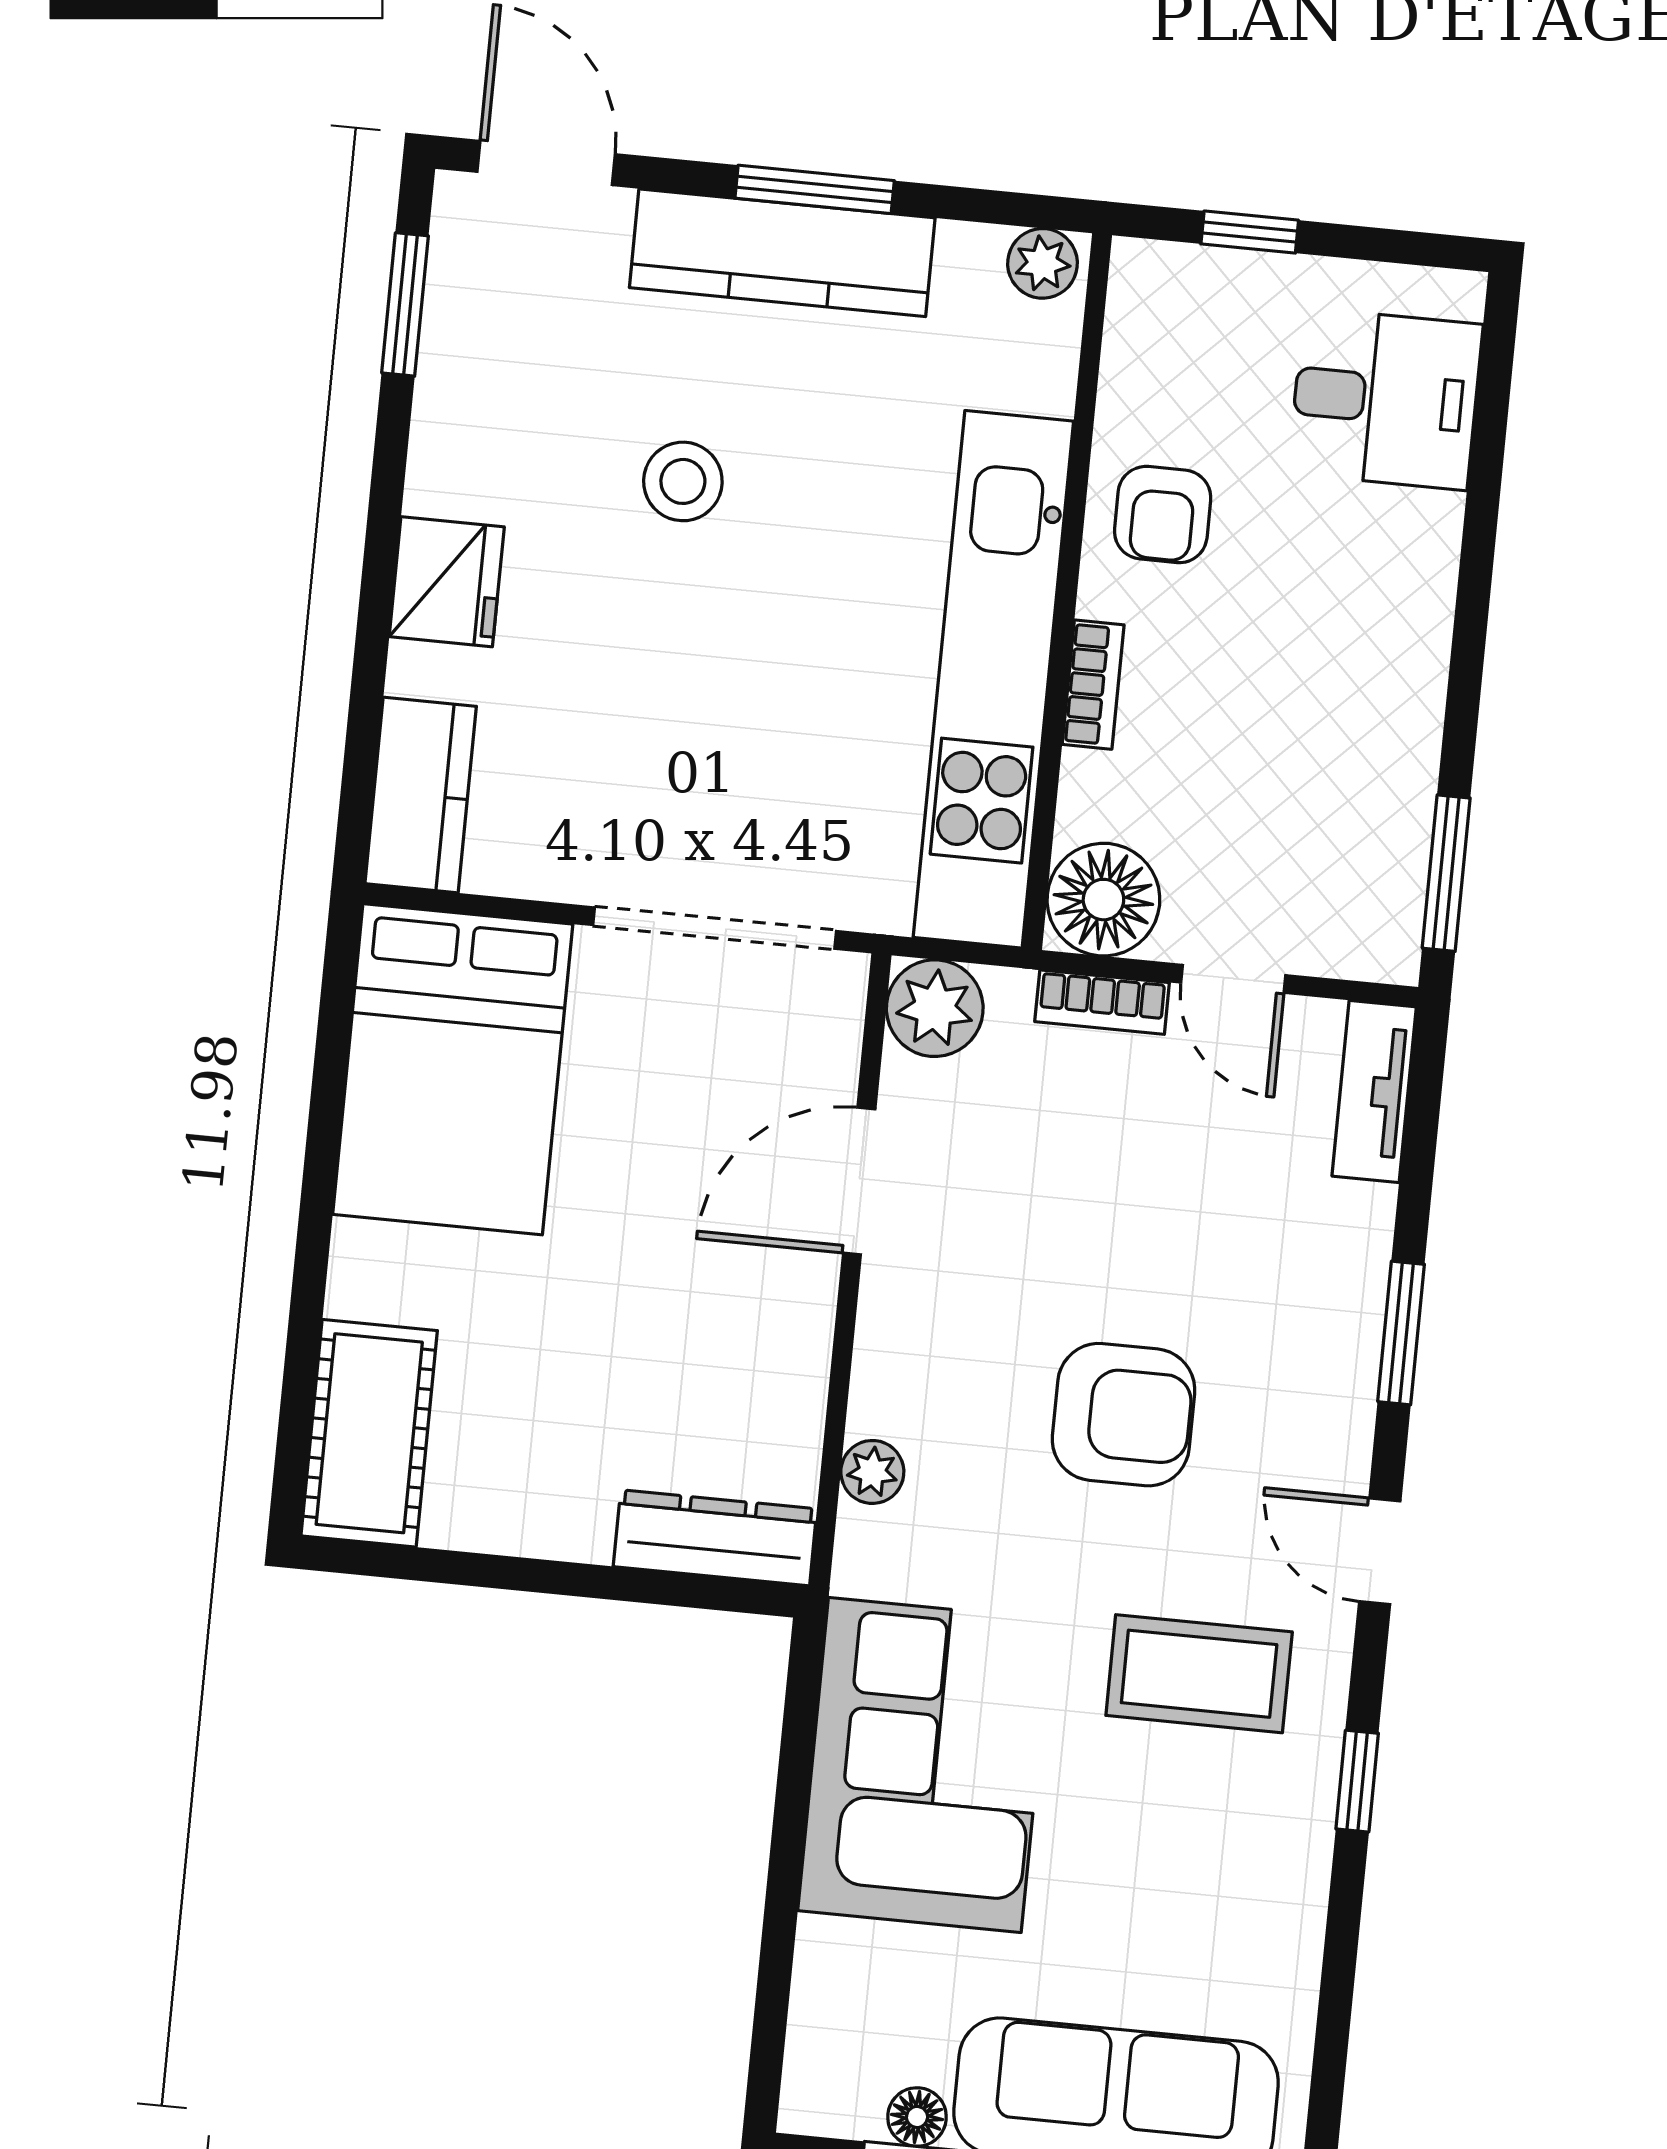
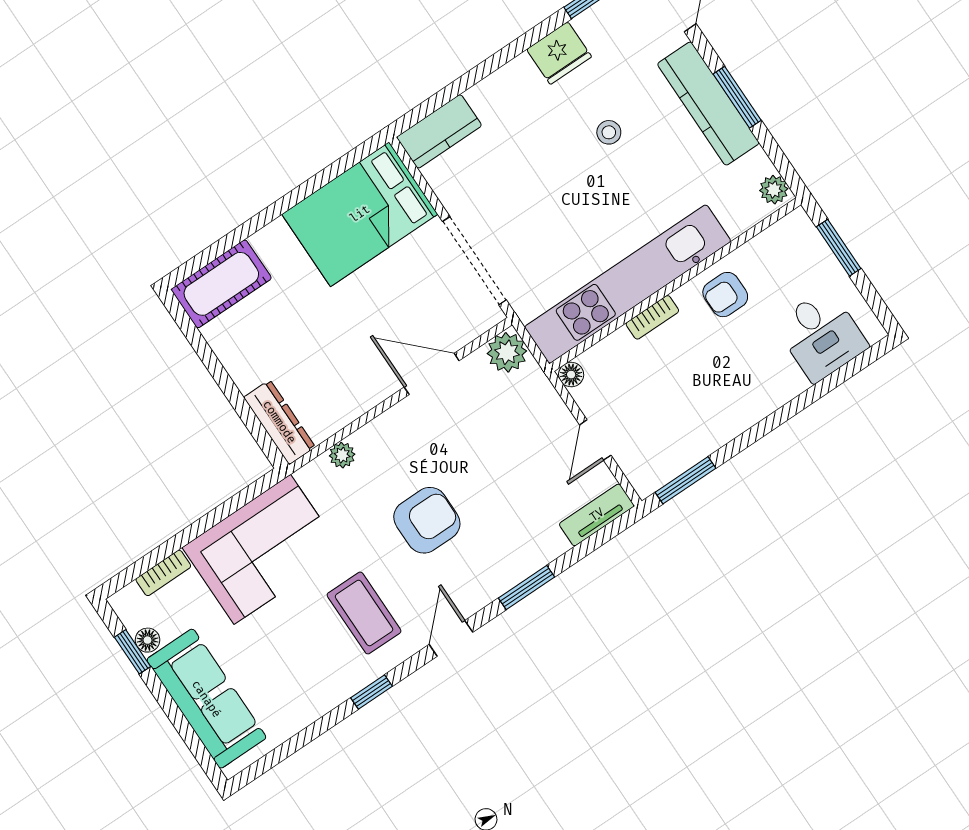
window: (1250, 232) -> (839, 248), width x1.50
stool: (683, 481) -> (609, 132), width x0.73, depth x0.73
fridge: (447, 582) -> (559, 53), moved
floor lamp: (1103, 900) -> (571, 375), width x0.53, depth x0.53
bookcase: (1102, 1002) -> (163, 573), moved, turned -90
armchair: (1124, 1415) -> (427, 520), turned -90

